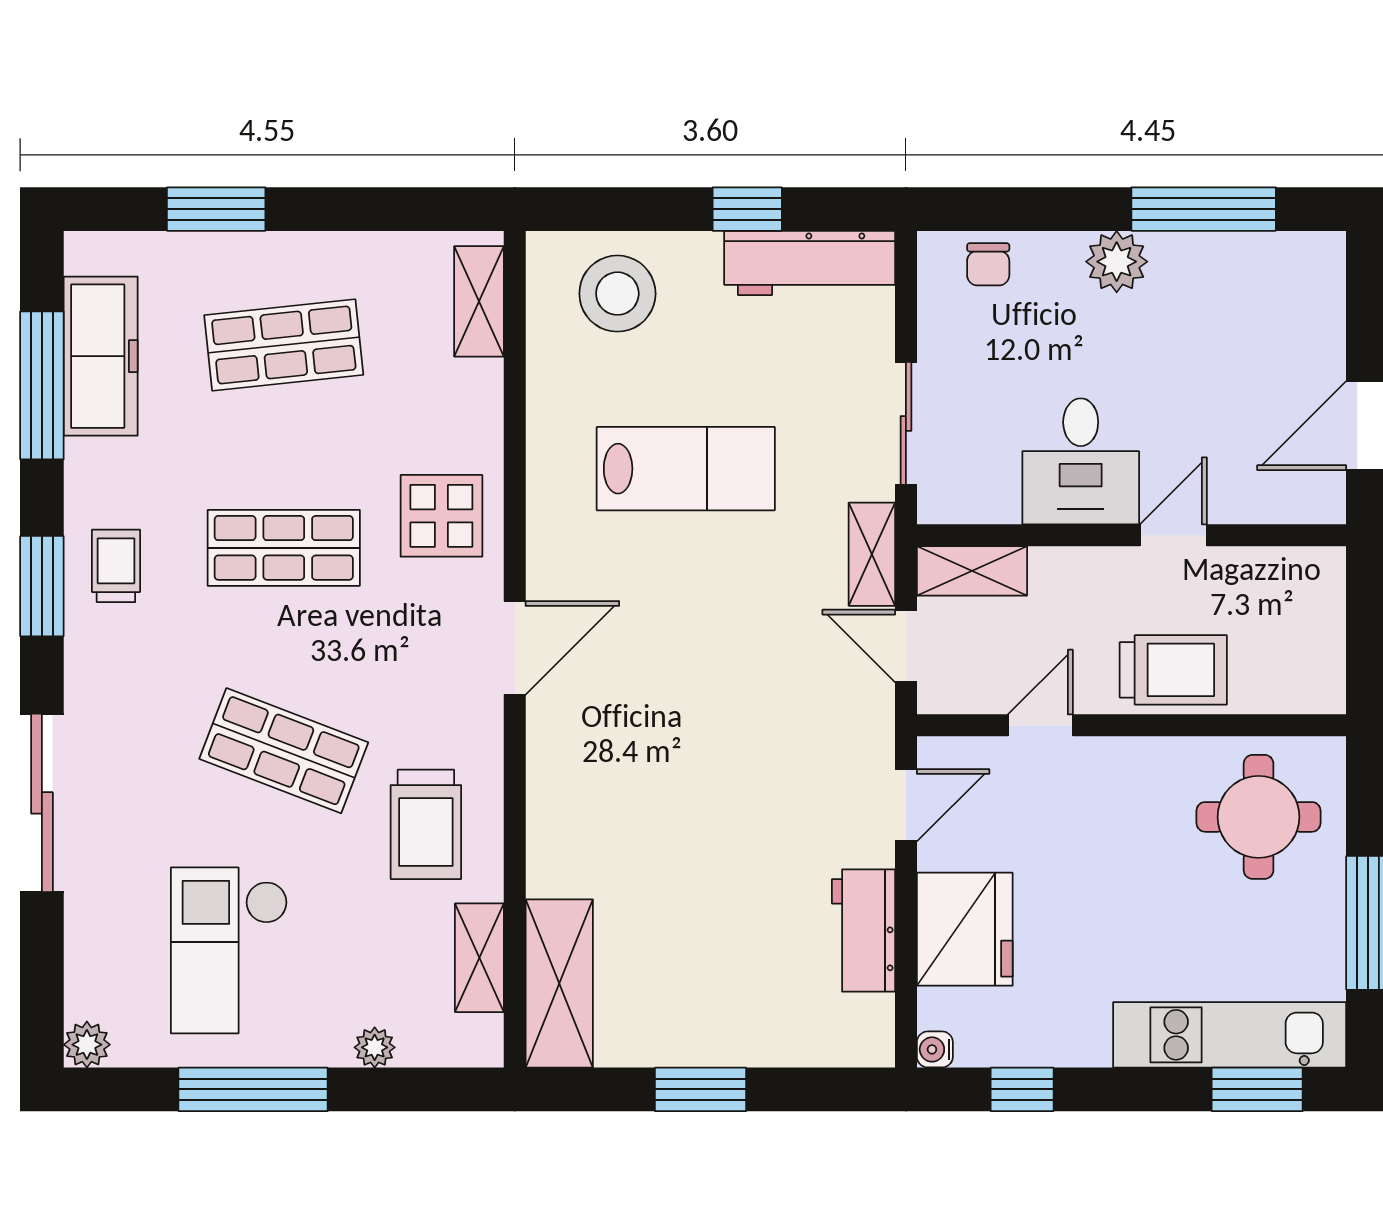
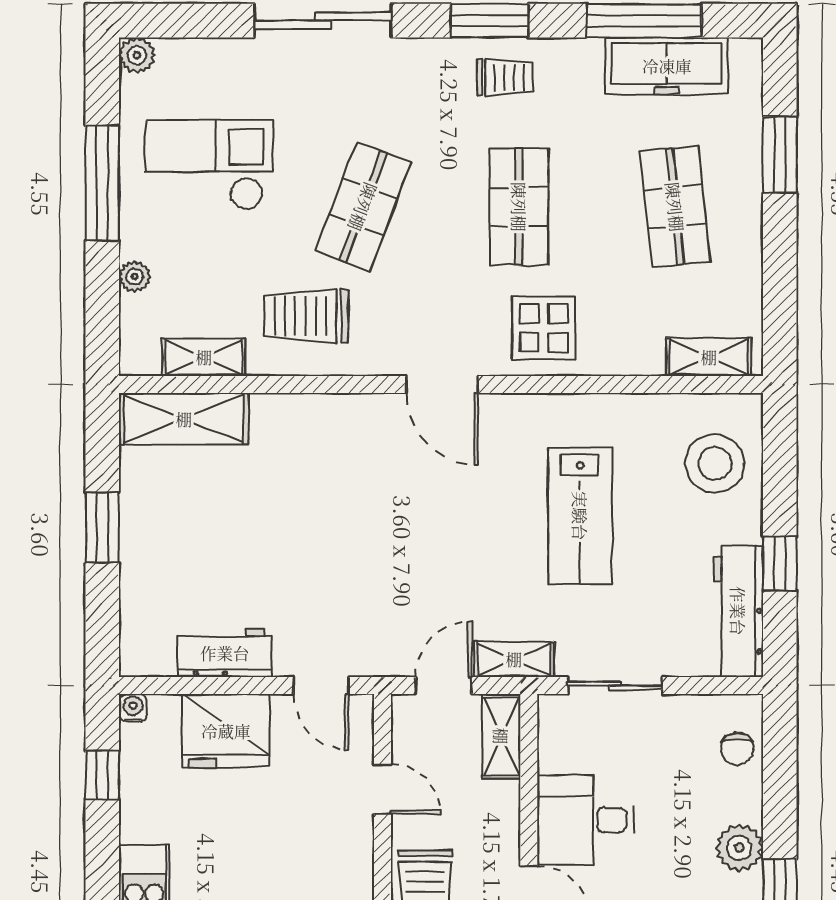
chair: (988, 264) -> (737, 749), turned -90

